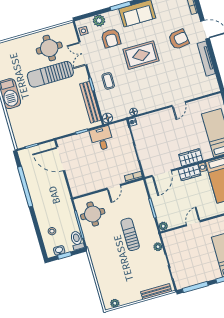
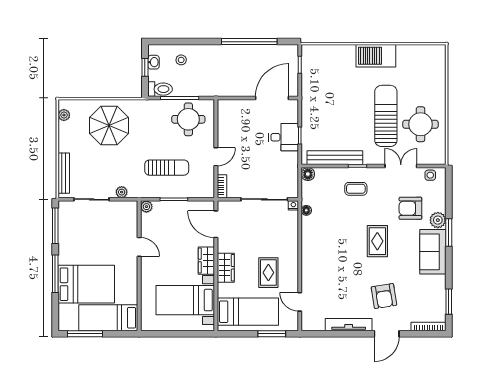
plant: (99, 21) -> (438, 220), moved
rug: (141, 55) -> (377, 241), width x0.73, depth x0.70
door: (179, 104) -> (300, 302), moved
rug: (185, 126) -> (268, 273), added
desk: (102, 138) -> (283, 137), moved
door: (114, 187) -> (216, 157), swing flipped
sun lounger: (130, 234) -> (167, 168), moved
parasol: (113, 269) -> (109, 125), added

